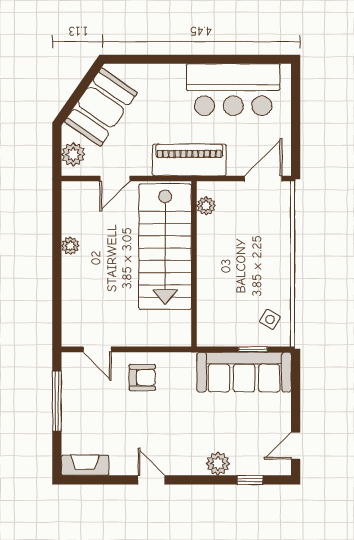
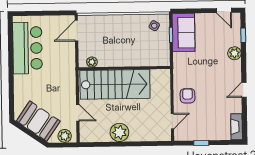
piano: (189, 160) -> (67, 72), removed
door: (263, 179) -> (76, 31), hinge flipped
plant: (70, 246) -> (119, 132), width x1.87, depth x1.87
sofa: (244, 372) -> (184, 33), width x0.73
window: (57, 401) -> (201, 143), width x0.46

